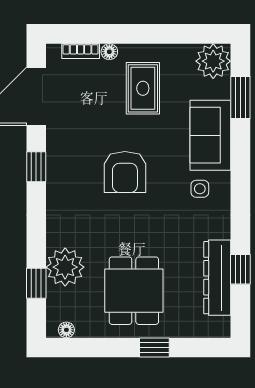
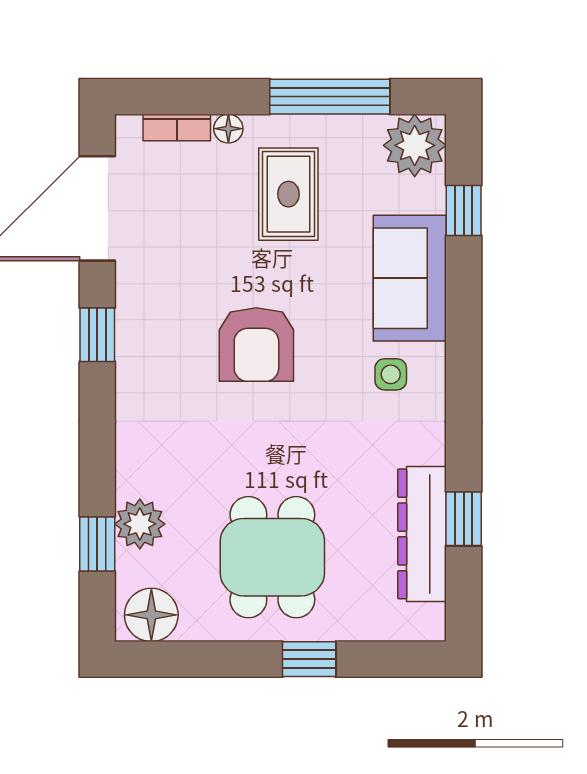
window: (166, 34) -> (330, 97), added
window: (240, 97) -> (464, 211), width x0.67
plant: (65, 267) -> (140, 524), width x0.73, depth x0.73
floor lamp: (66, 330) -> (151, 615), width x1.89, depth x1.89

